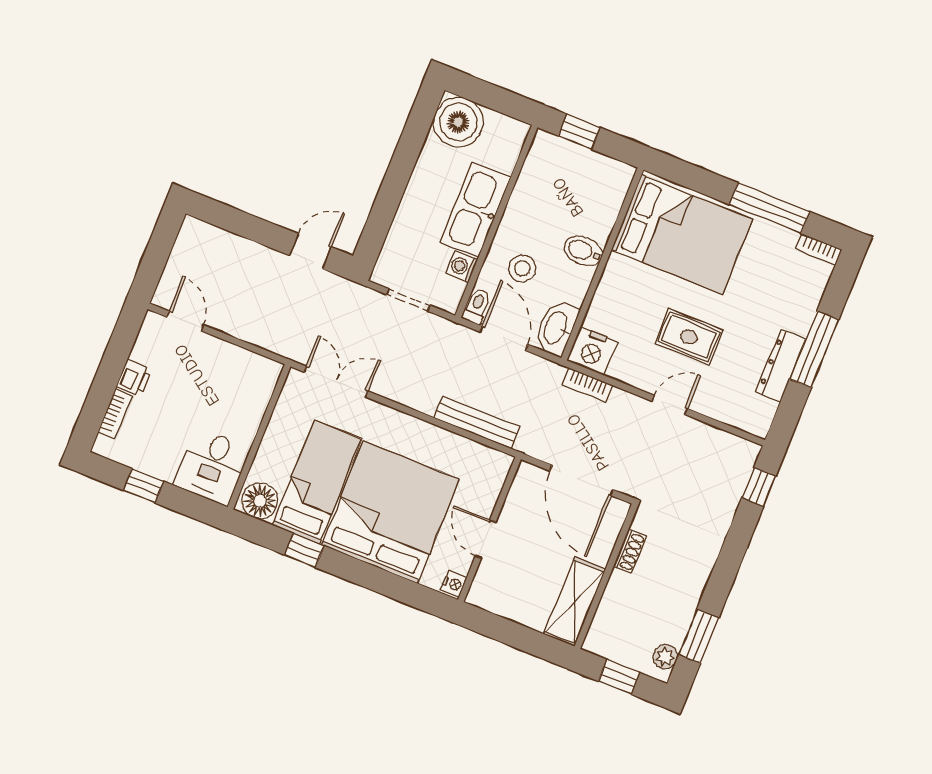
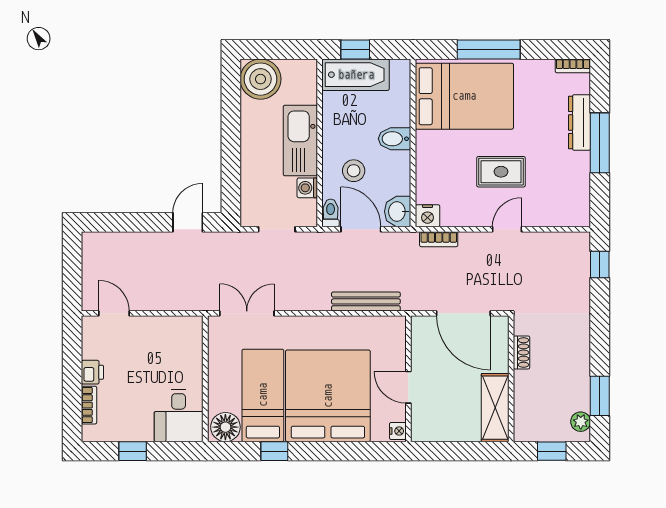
bathtub: (568, 160) -> (356, 75), added
window: (770, 208) -> (489, 49), moved
washbasin: (556, 328) -> (398, 211), width x0.72
nightstand: (592, 351) -> (428, 216), width x0.74, depth x0.75
dresser: (781, 366) -> (580, 122), moved

